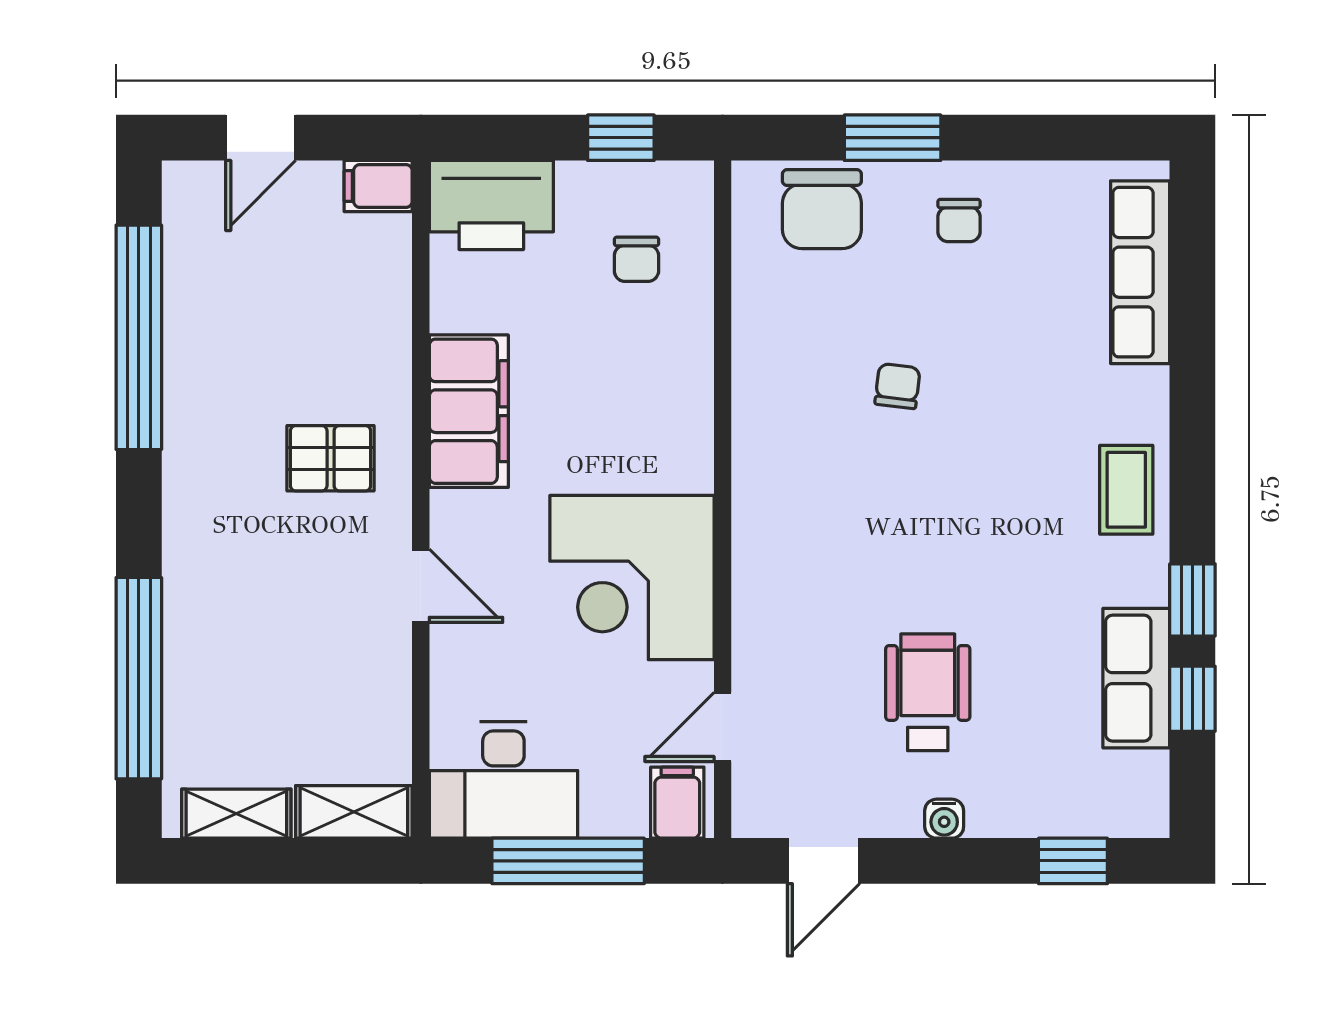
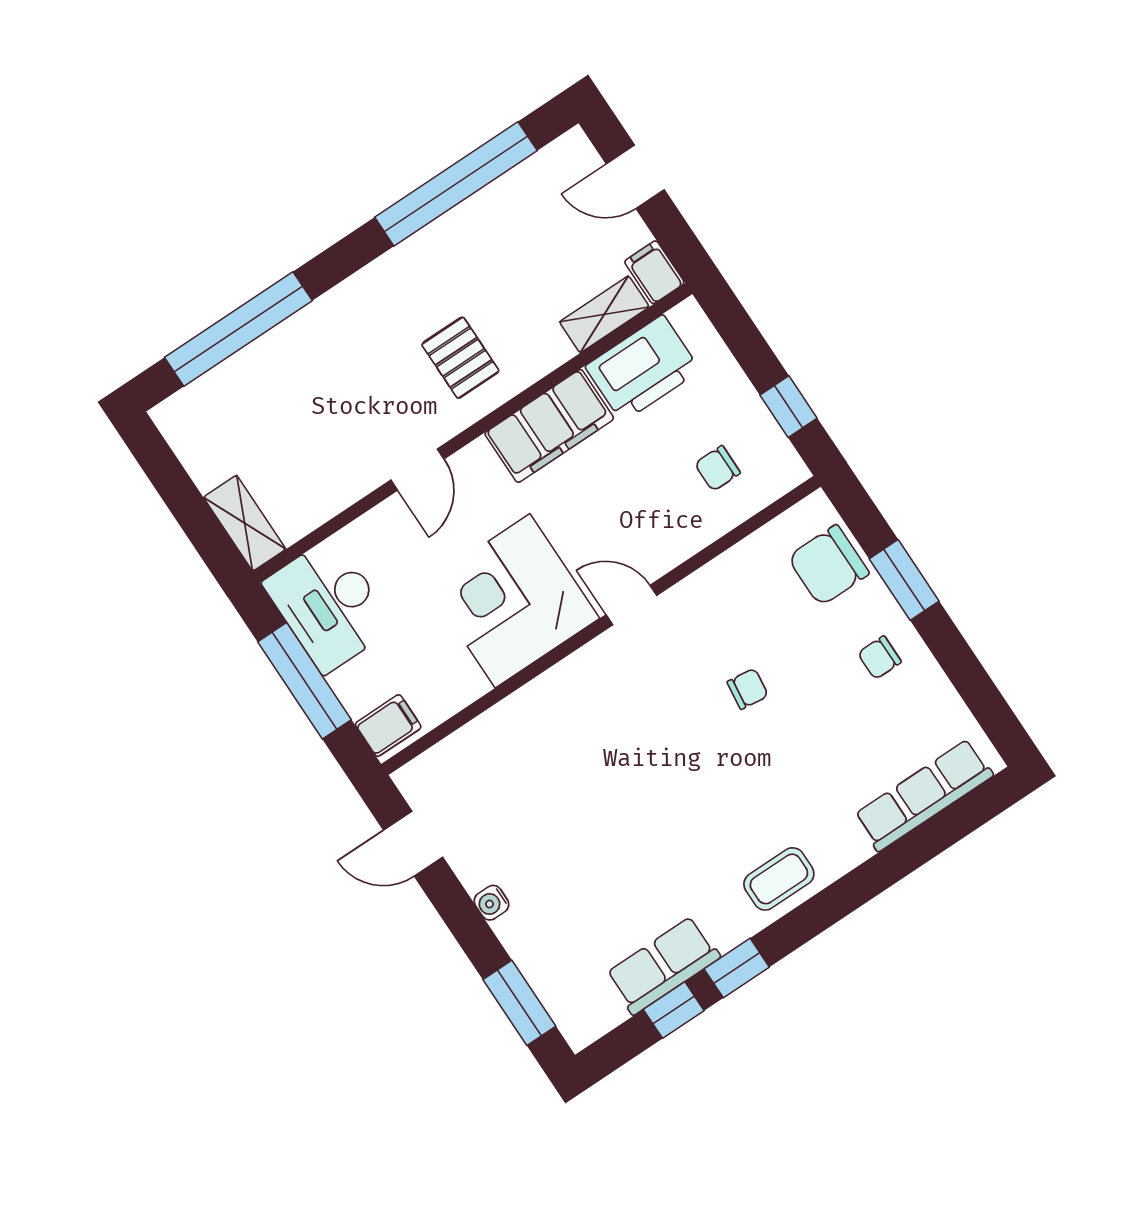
printer: (491, 205) -> (643, 368), moved, turned -90
wheelchair: (928, 692) -> (565, 838), removed
door: (723, 727) -> (631, 605), moved
shelving: (236, 814) -> (604, 314), moved, turned 90
window: (1073, 861) -> (519, 1003), width x1.50

